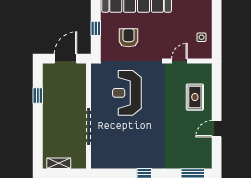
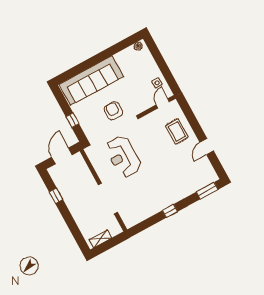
armchair: (129, 38) -> (113, 111), moved
door: (179, 61) -> (163, 103), moved

